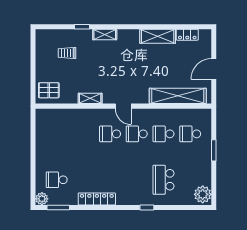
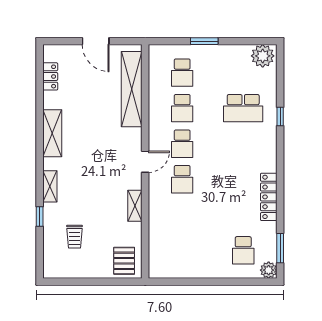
shelving: (158, 36) -> (52, 133), moved
window: (147, 207) -> (280, 116), moved

